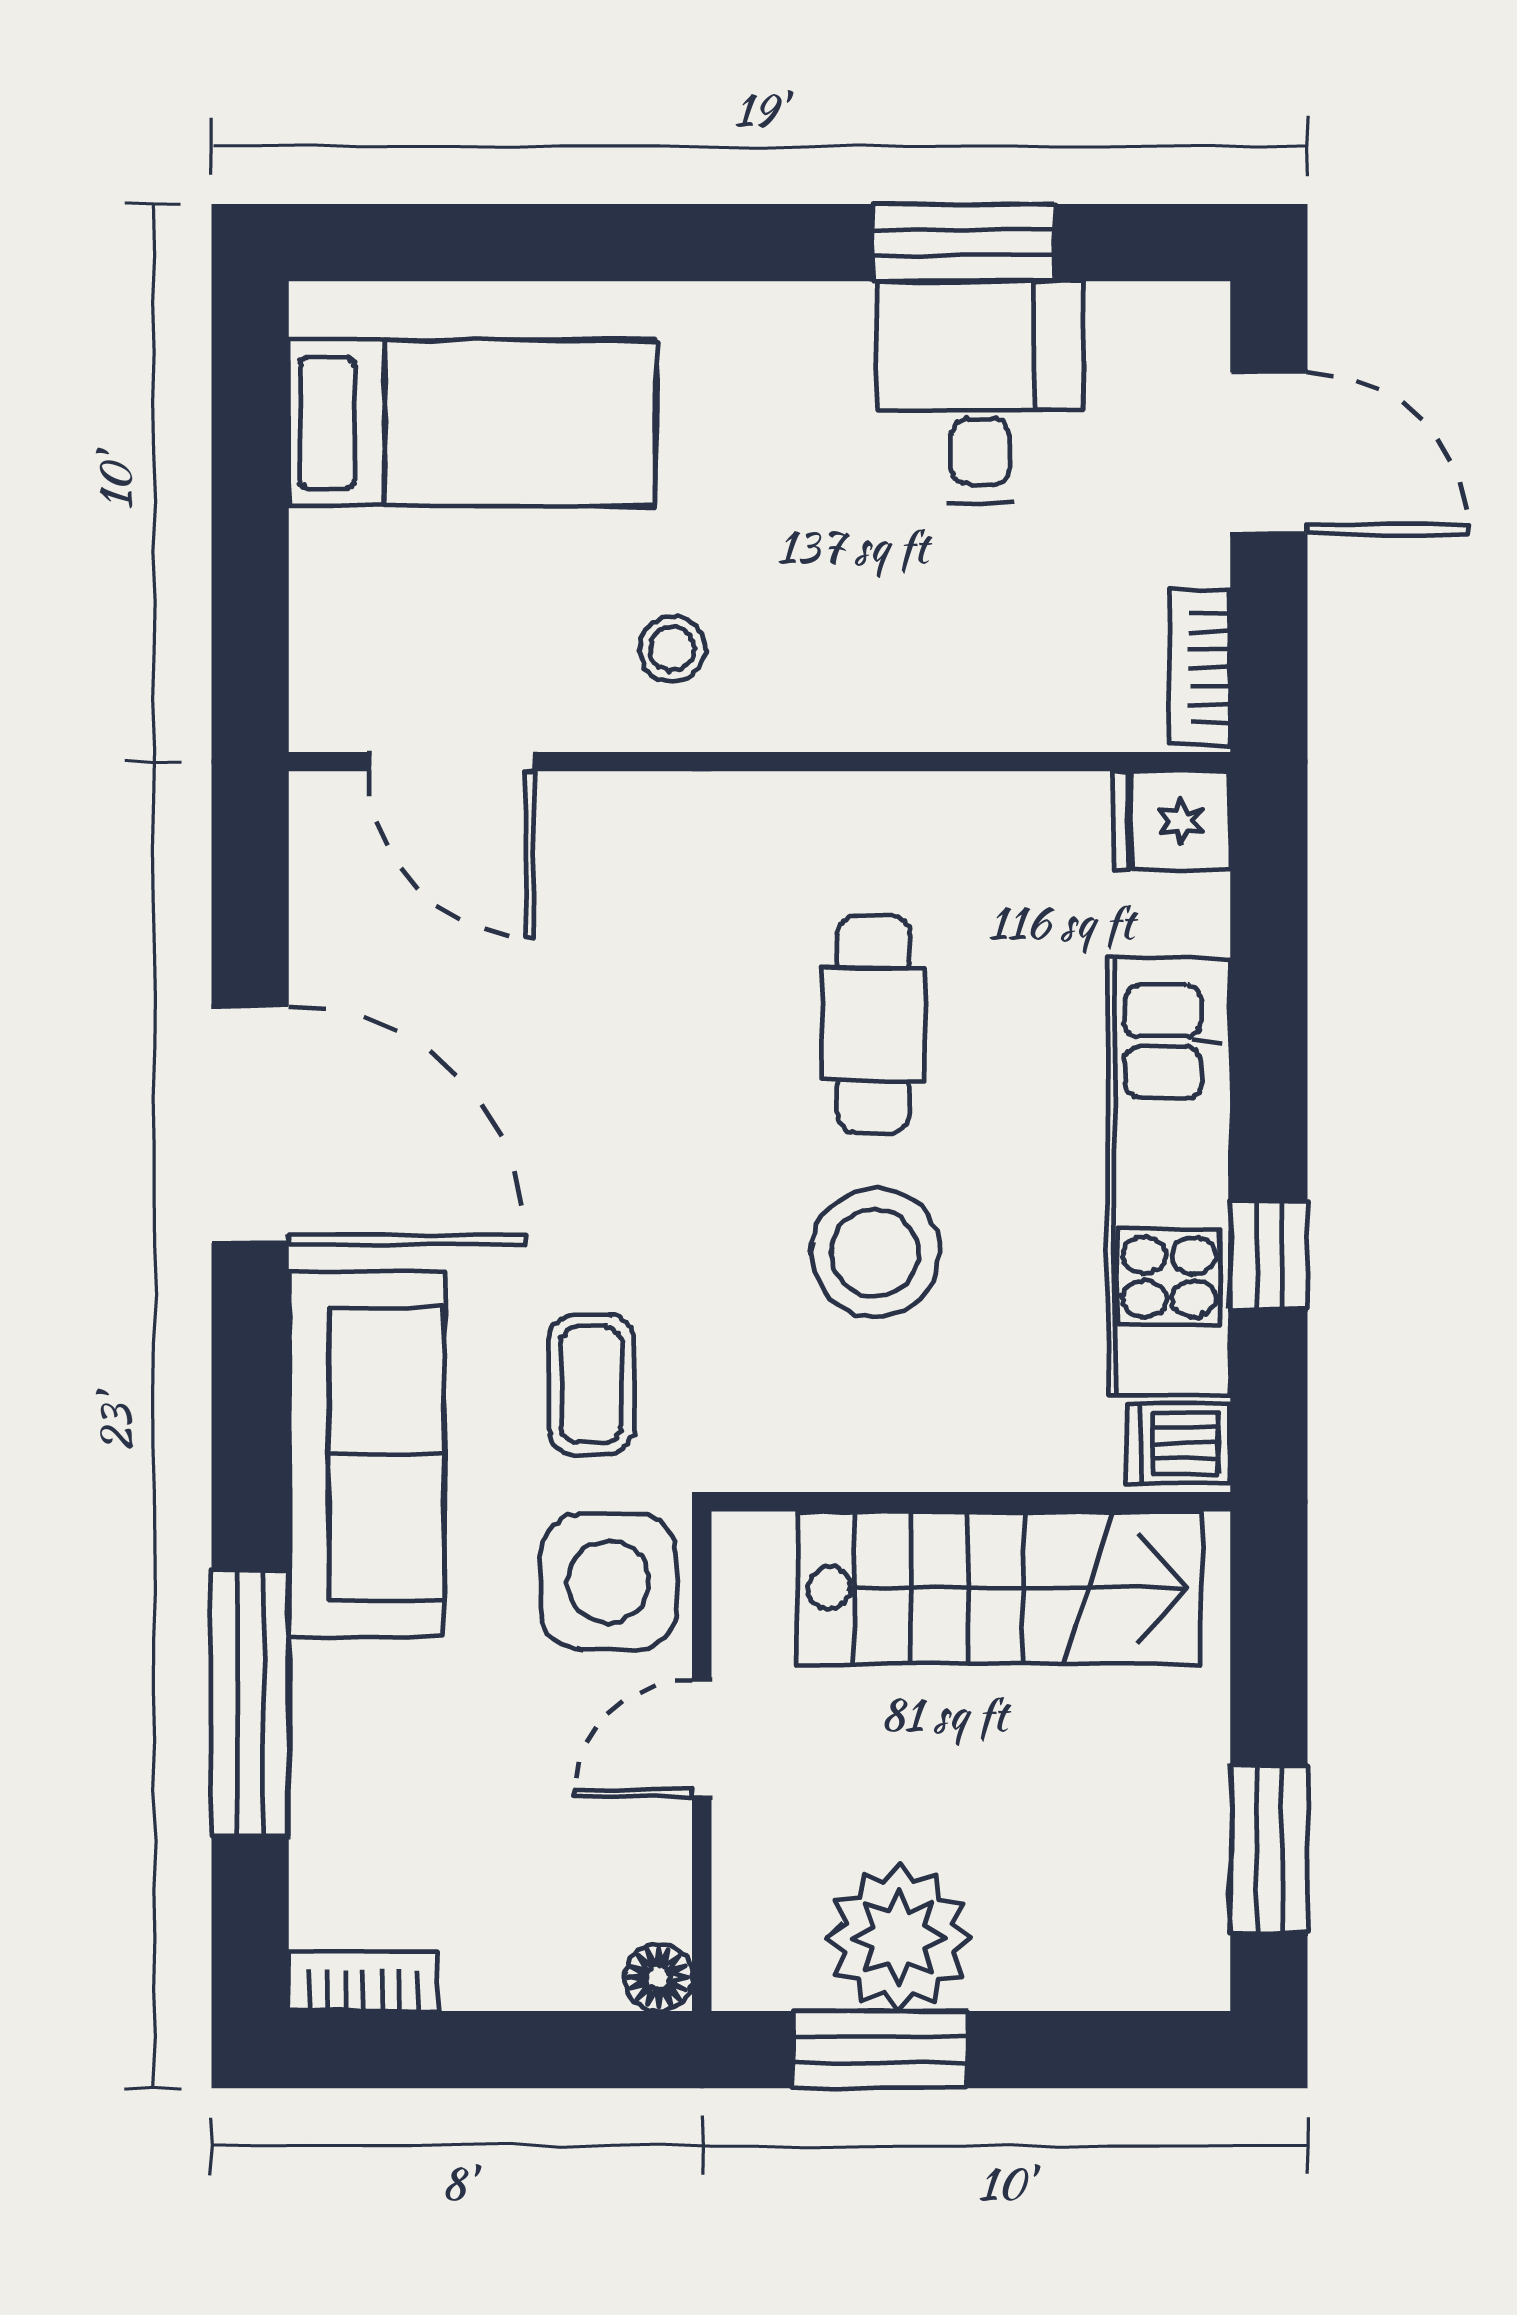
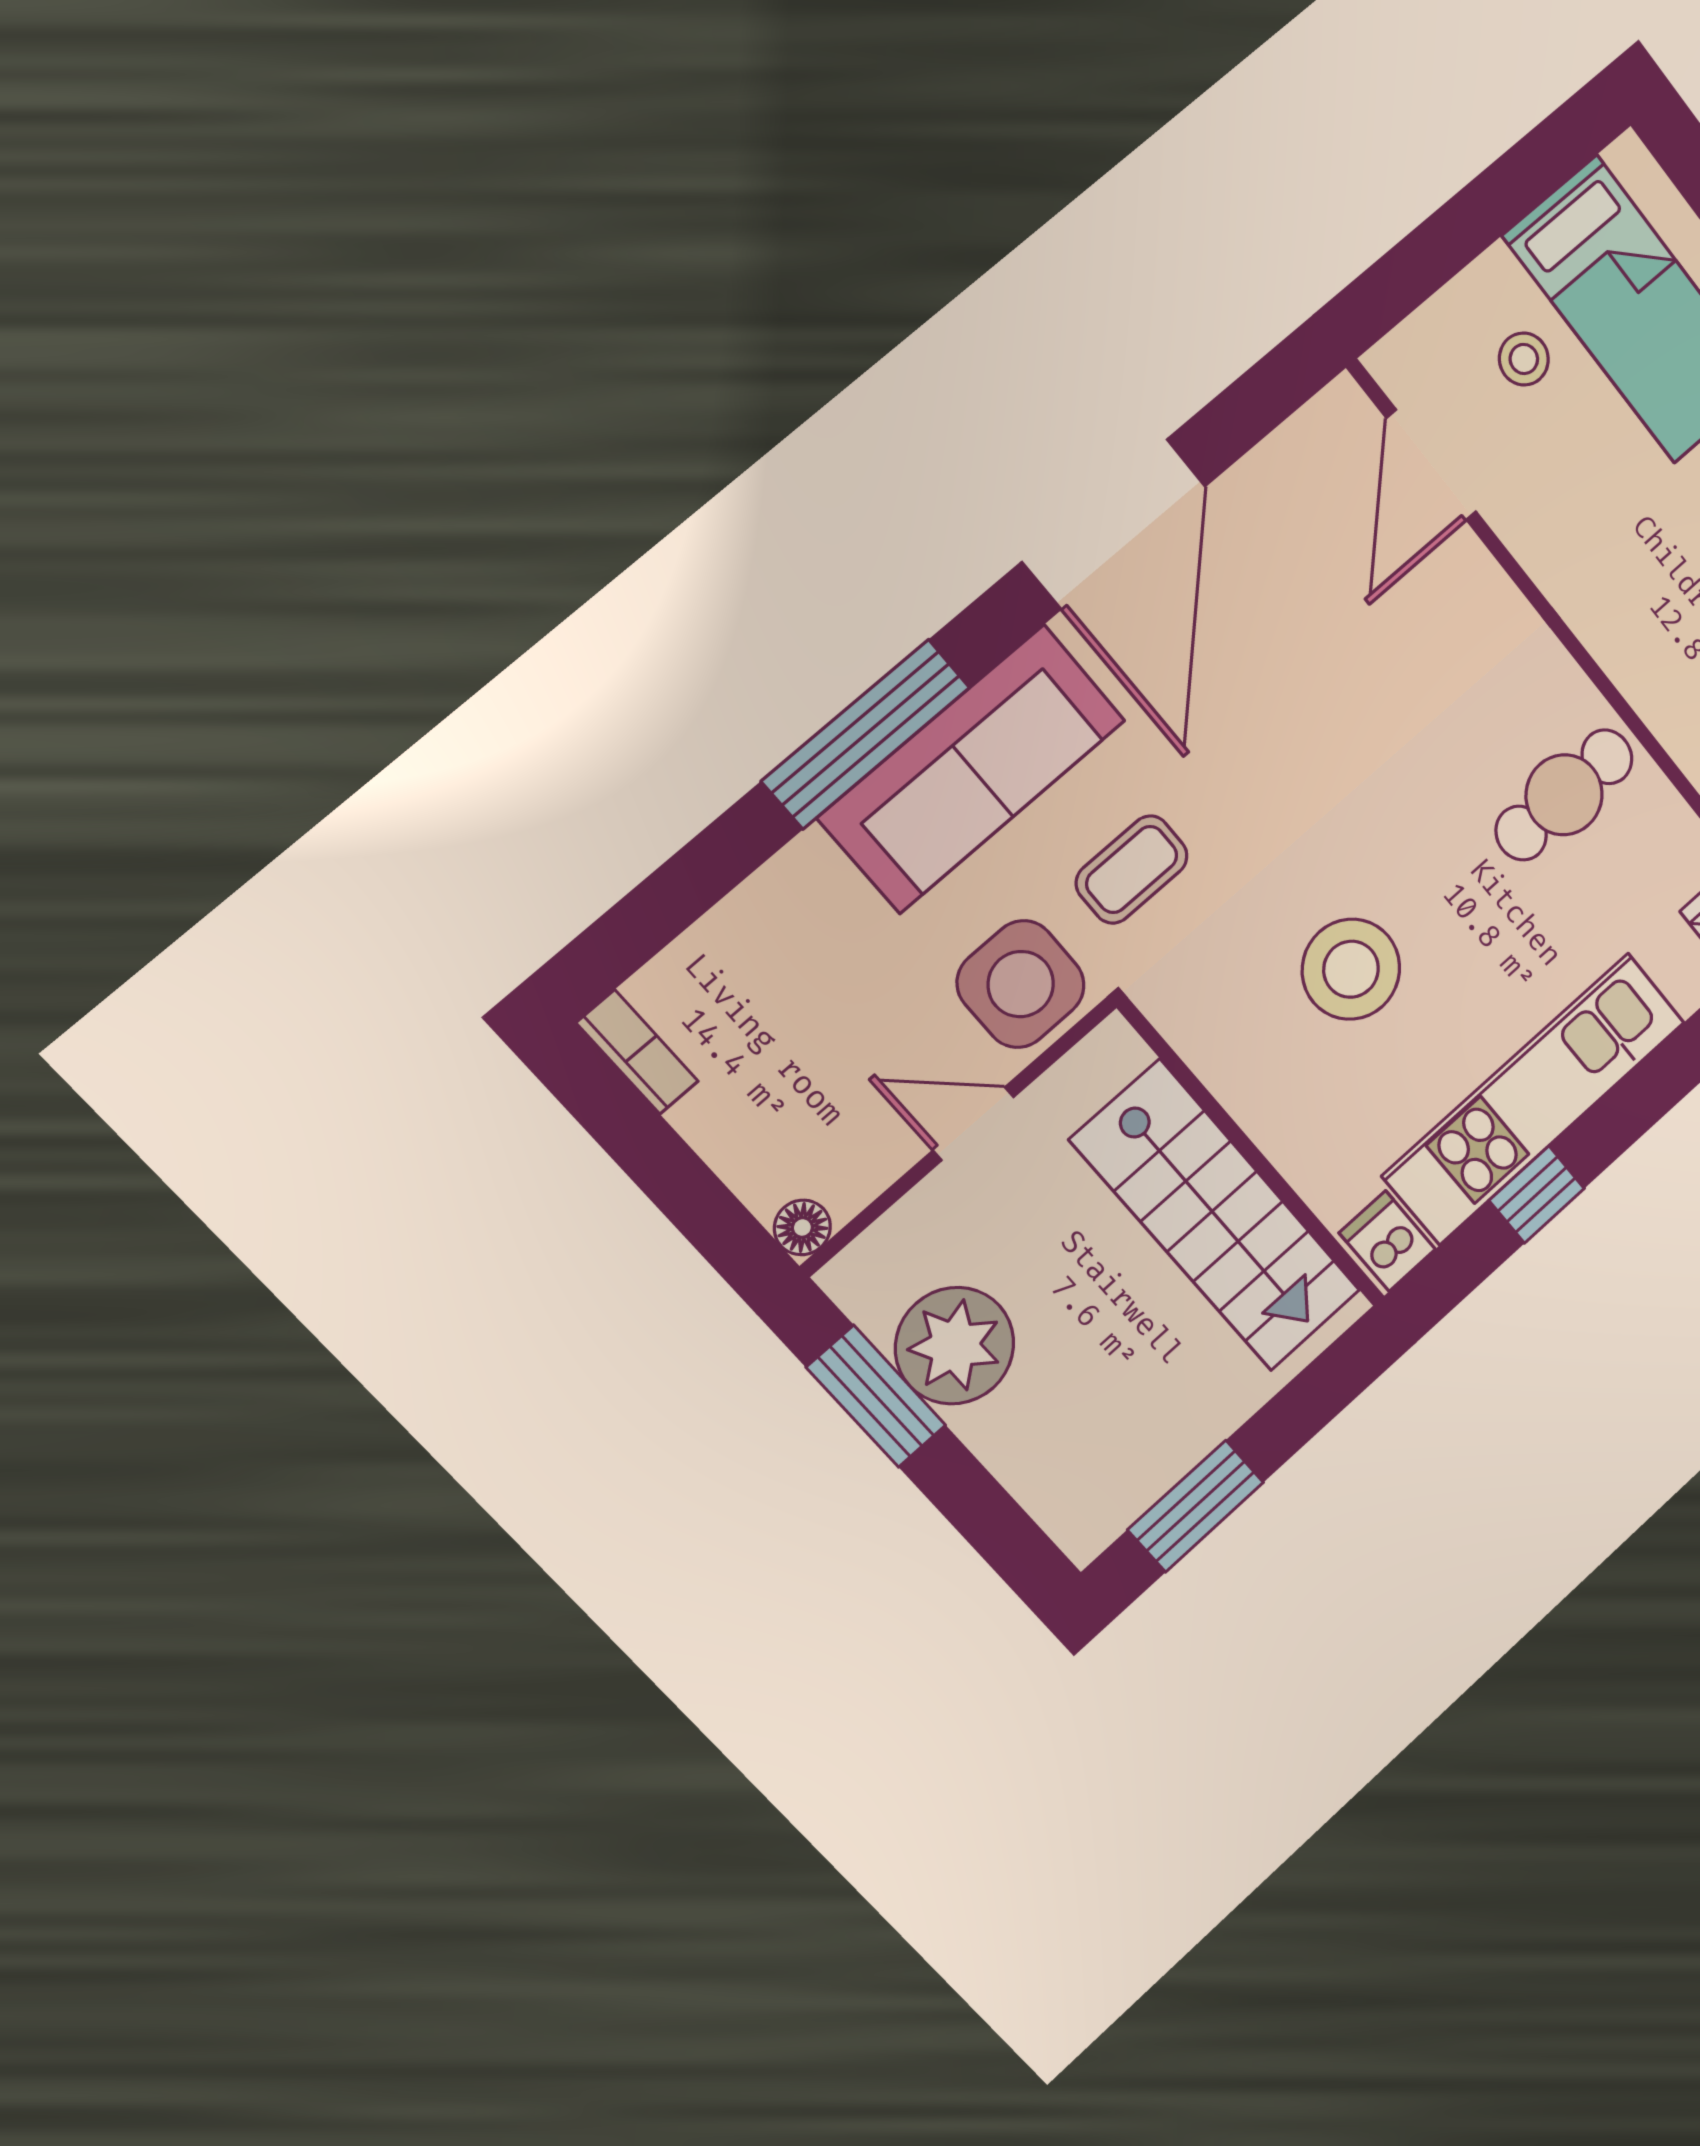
stool: (672, 649) -> (1524, 359), moved
cafe table: (874, 1024) -> (1564, 795), moved
window: (250, 1704) -> (866, 734), moved

